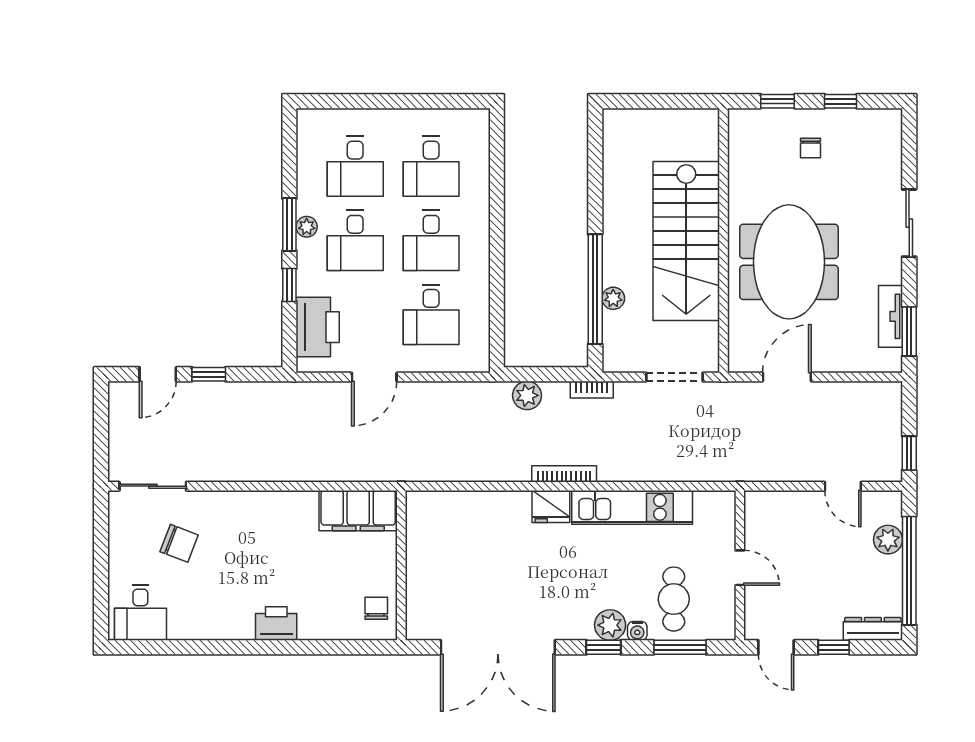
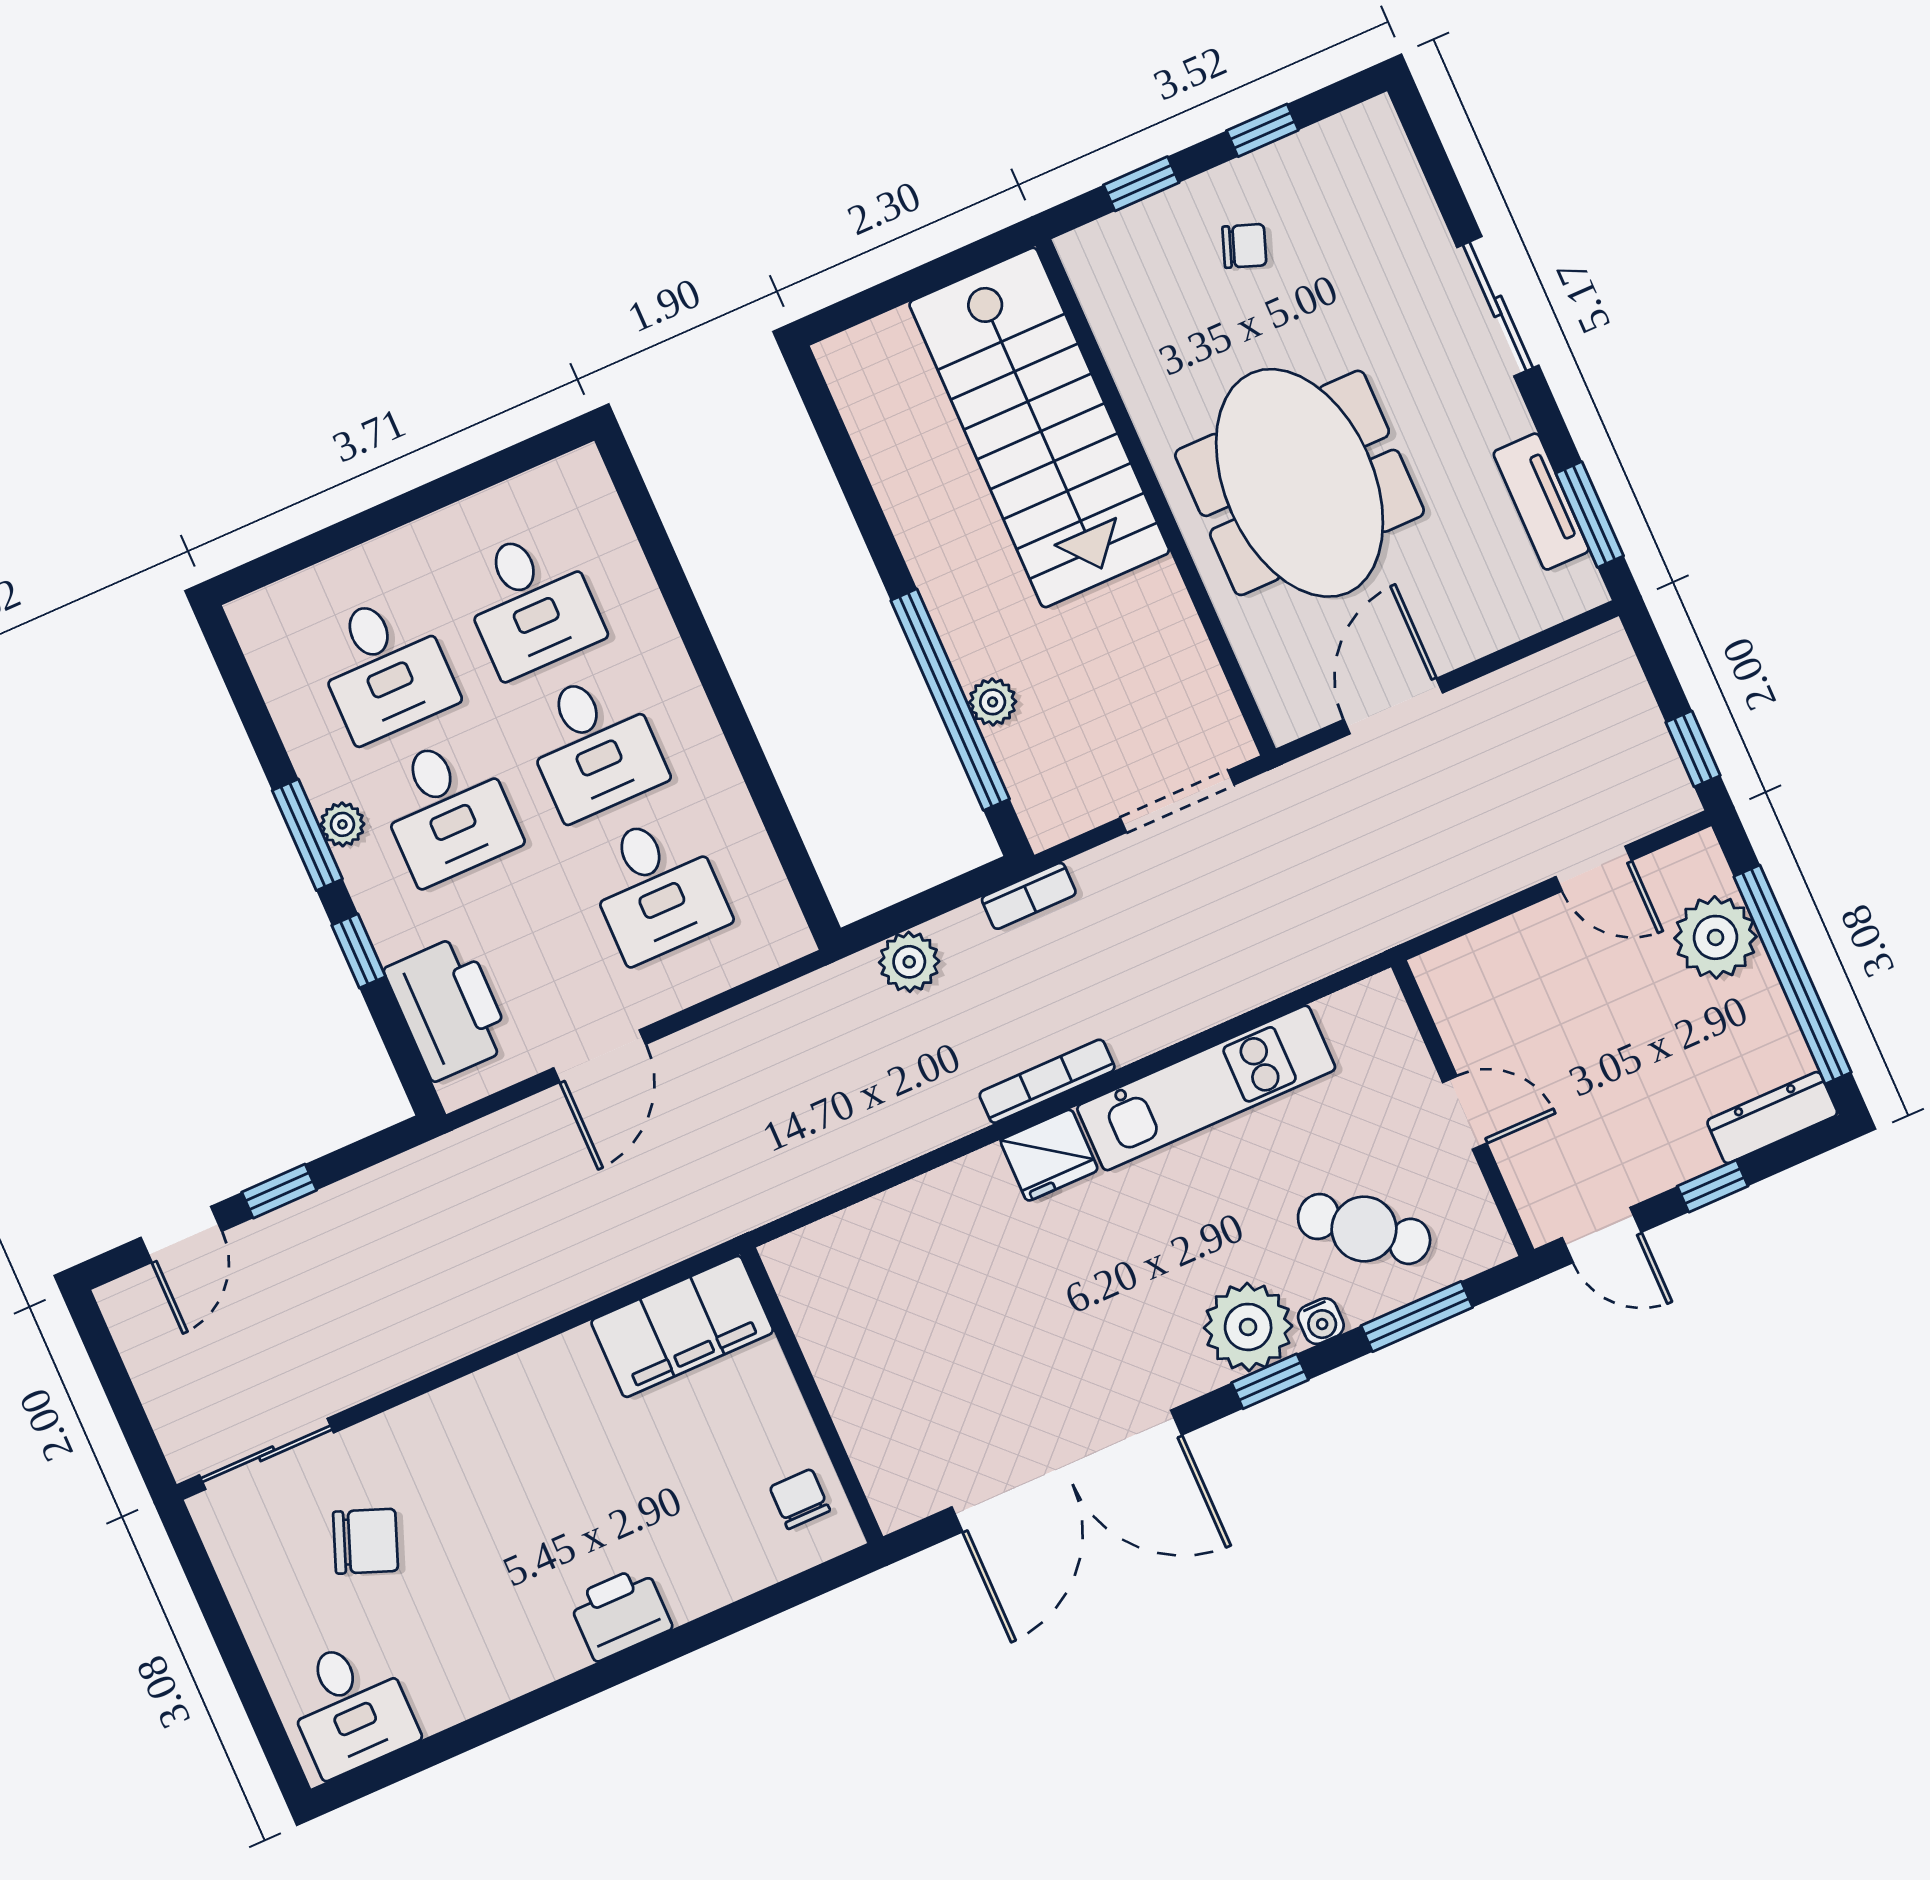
chair: (810, 148) -> (1244, 246), turned -70
stairs: (686, 241) -> (1039, 427), moved
plant: (888, 540) -> (1716, 937), width x1.36, depth x1.36
cafe table: (674, 599) -> (1364, 1229), turned -51
plant: (610, 625) -> (1248, 1327), width x1.36, depth x1.36

